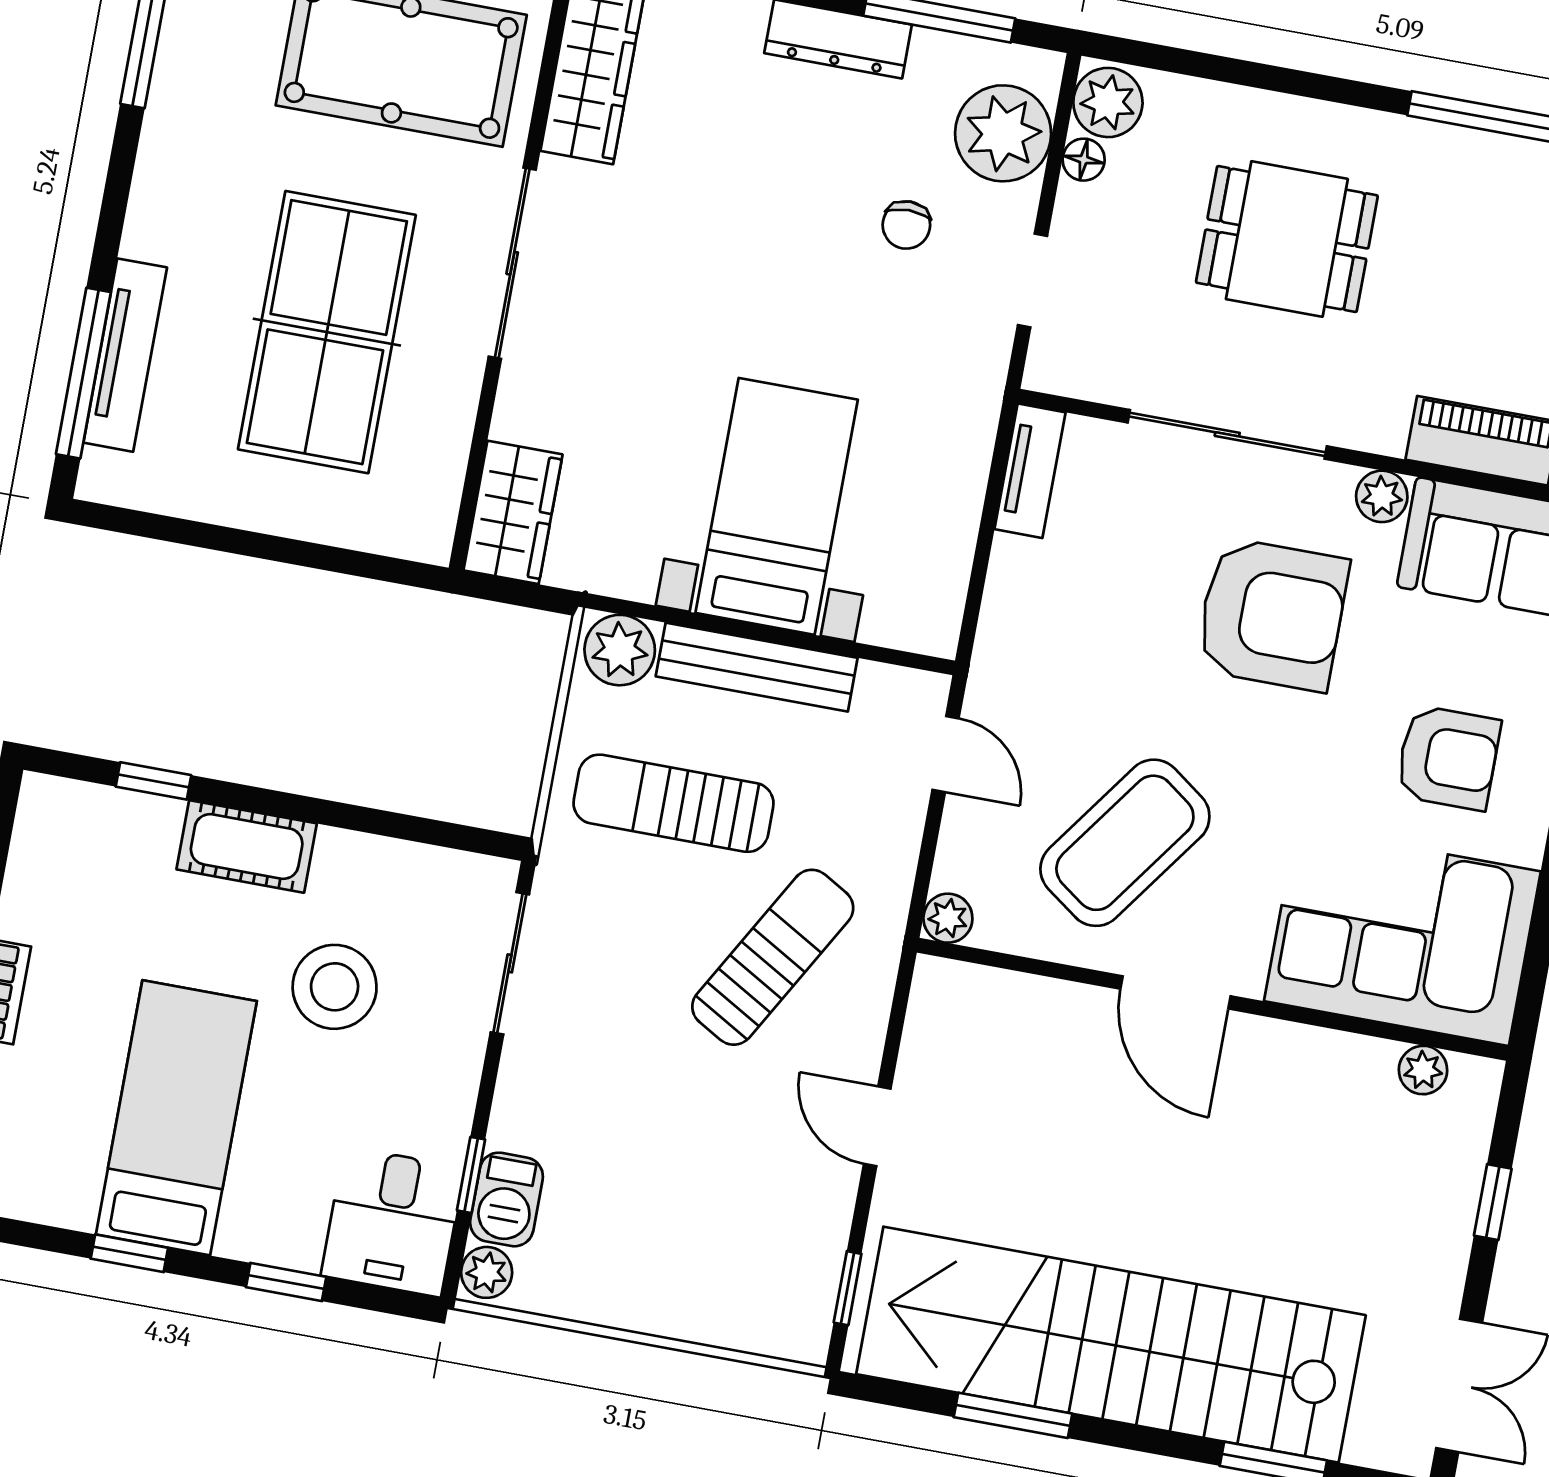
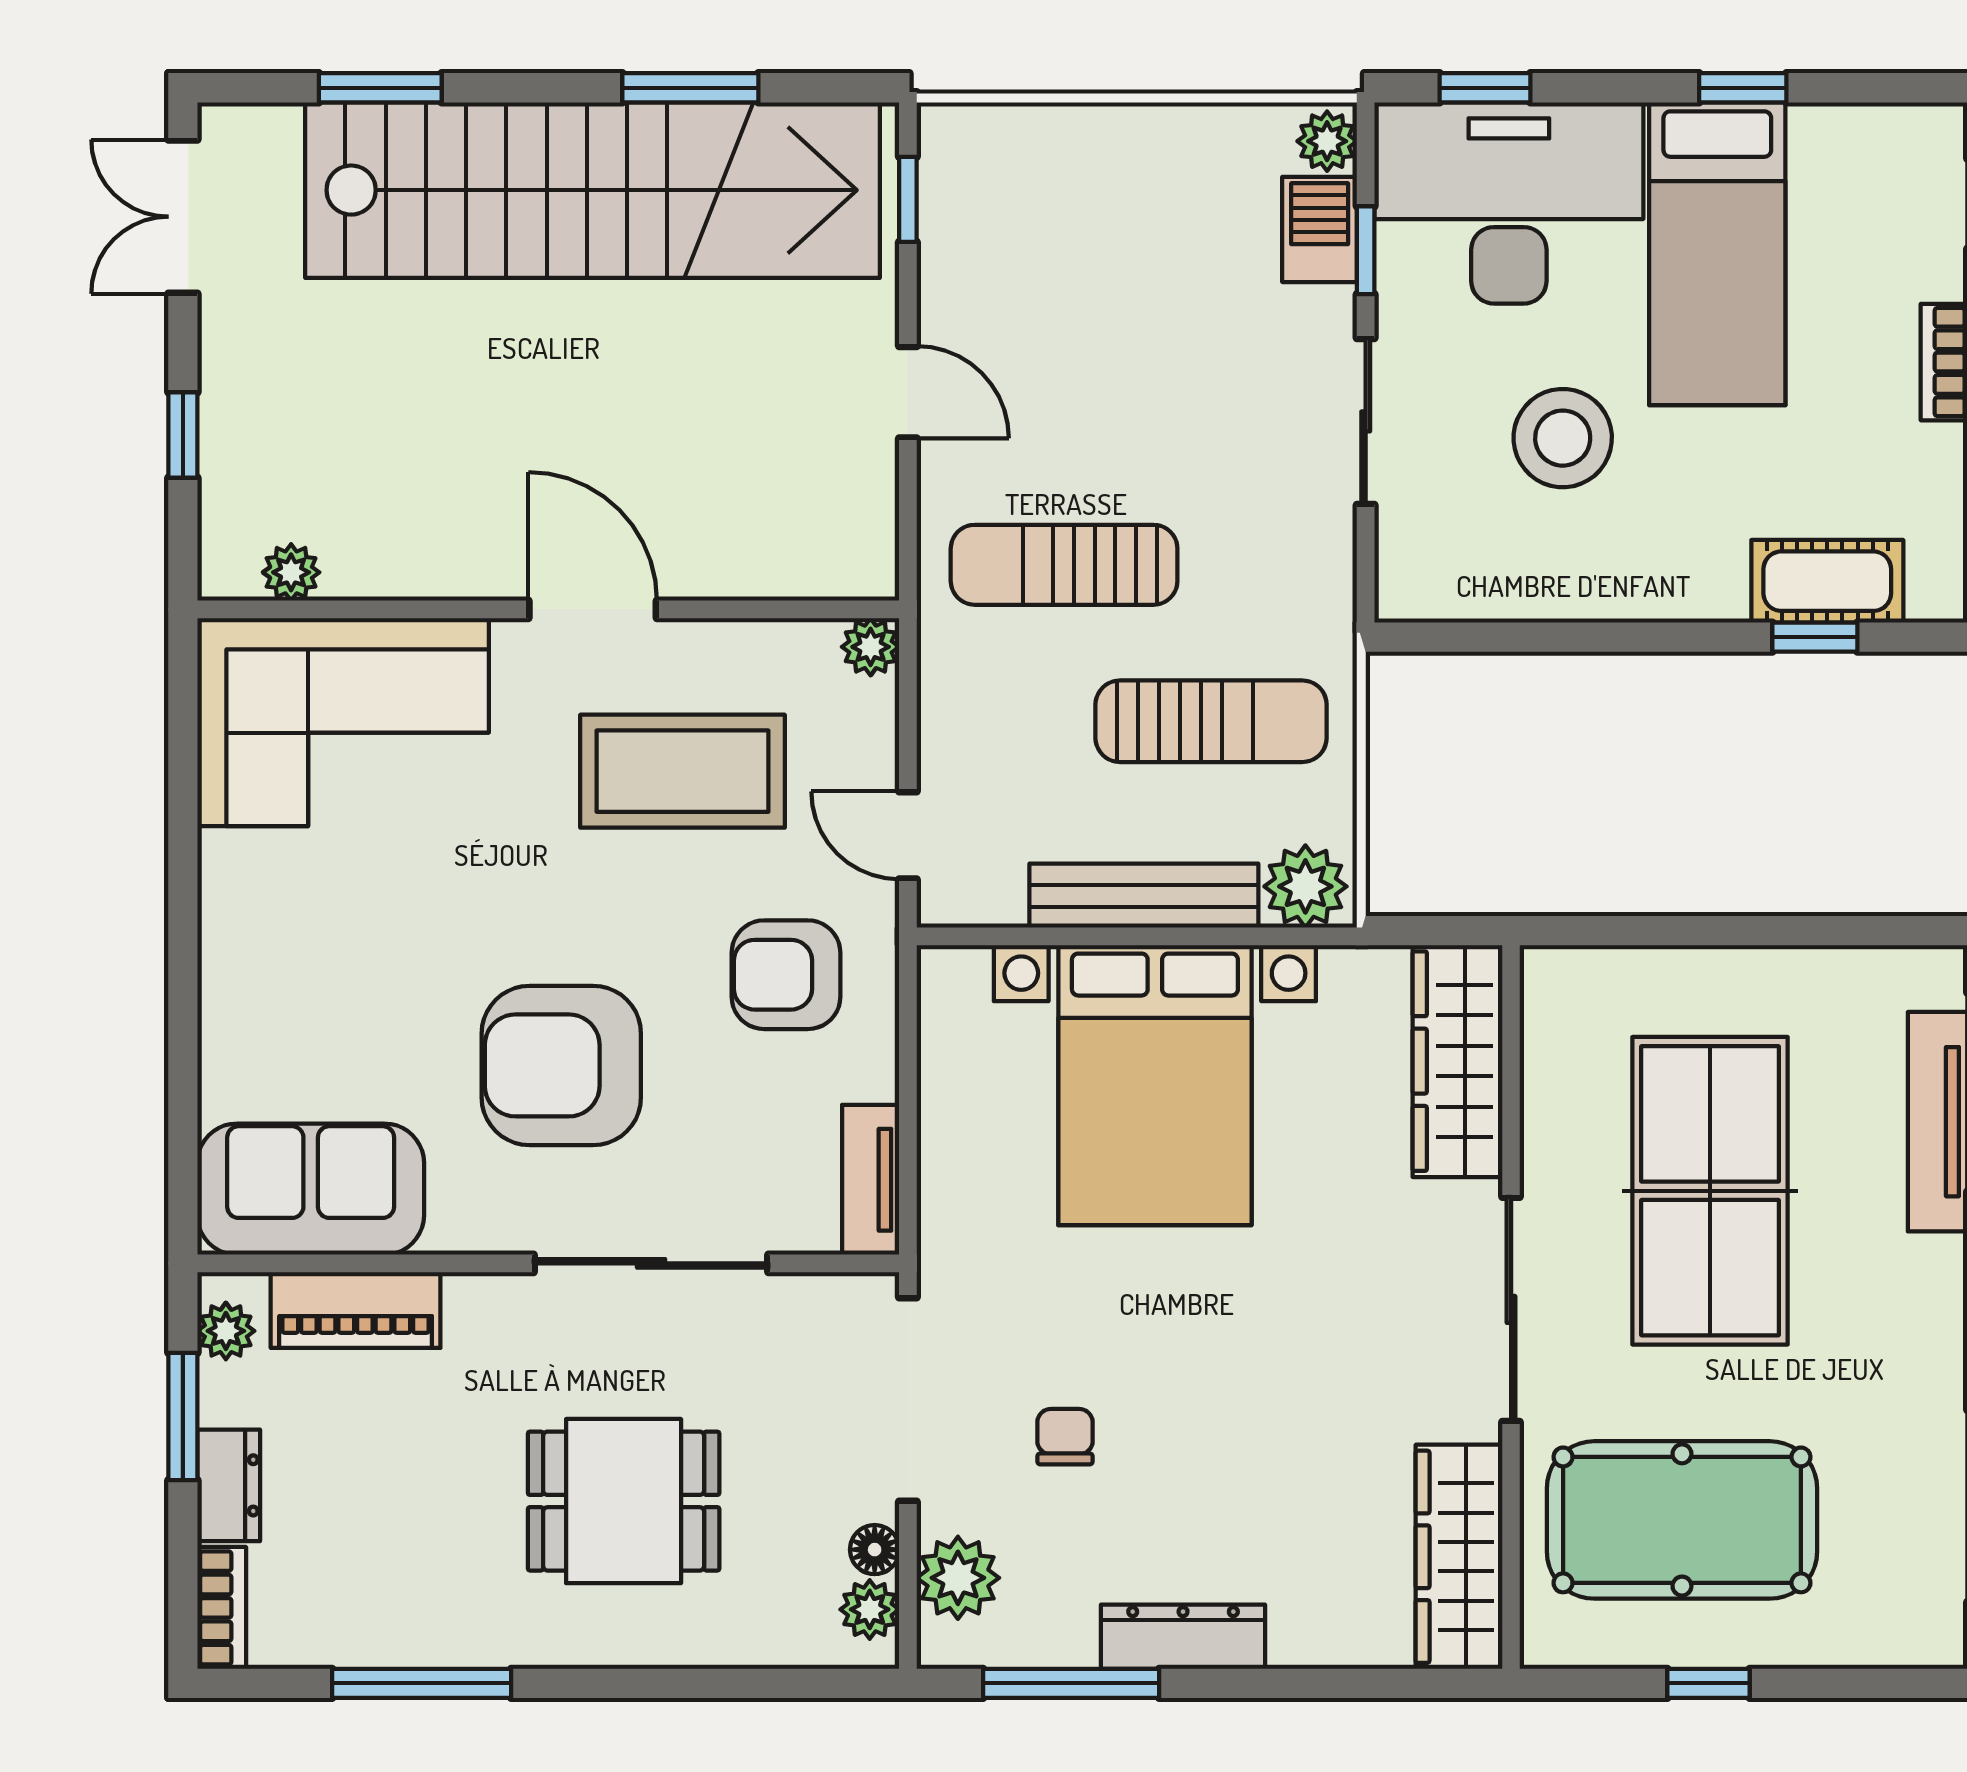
plant: (1108, 102) -> (870, 1609), width x0.73, depth x0.73
plant: (1003, 133) -> (958, 1578), width x0.73, depth x0.73
doorway: (1032, 281) -> (908, 1399), width x1.87
plant: (1382, 496) -> (460, 1225), removed
bed with nightstands: (777, 506) -> (1155, 1085), width x1.36
wardrobe: (513, 512) -> (1457, 1061), width x1.50
armchair: (1448, 758) -> (786, 975), moved
coffee table: (1125, 843) -> (683, 771), turned 54
cot: (247, 846) -> (1827, 581), moved
sun lounger: (773, 957) -> (1064, 565), turned 60
sliding door: (510, 963) -> (1366, 421), moved
desk: (393, 1222) -> (1509, 203), width x1.87, depth x1.30
window: (286, 1282) -> (1485, 88), moved

